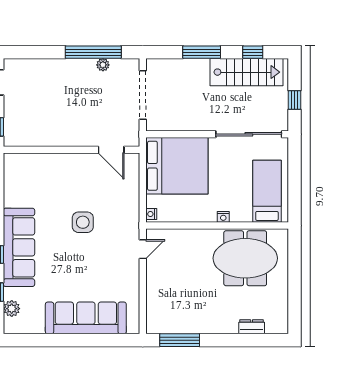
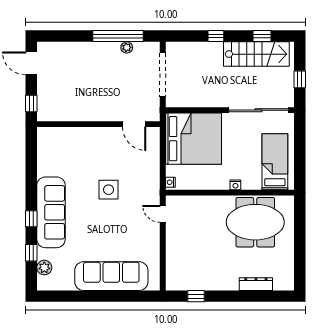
window: (202, 52) -> (216, 36), width x0.46
door: (143, 249) -> (163, 214), swing flipped
dresser: (252, 327) -> (256, 284), width x1.44
window: (180, 340) -> (196, 296), width x0.46

